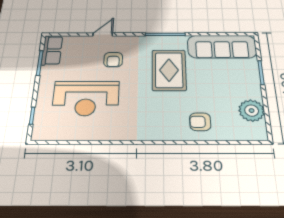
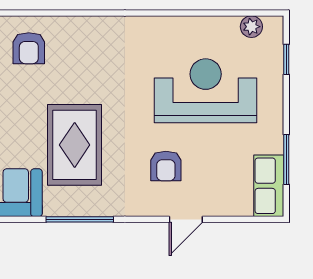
armchair: (113, 60) -> (166, 166), turned 180
armchair: (200, 122) -> (29, 48), turned 90
plant: (52, 134) -> (251, 27), added

